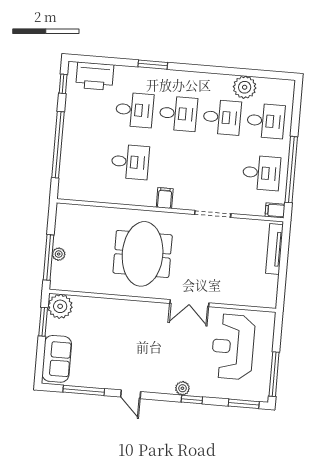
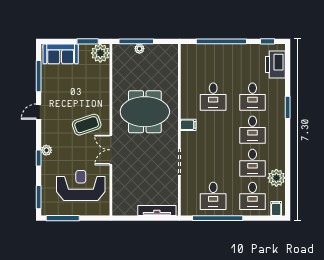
filing cabinet: (275, 210) -> (276, 208), moved
coffee table: (153, 332) -> (87, 125), added

